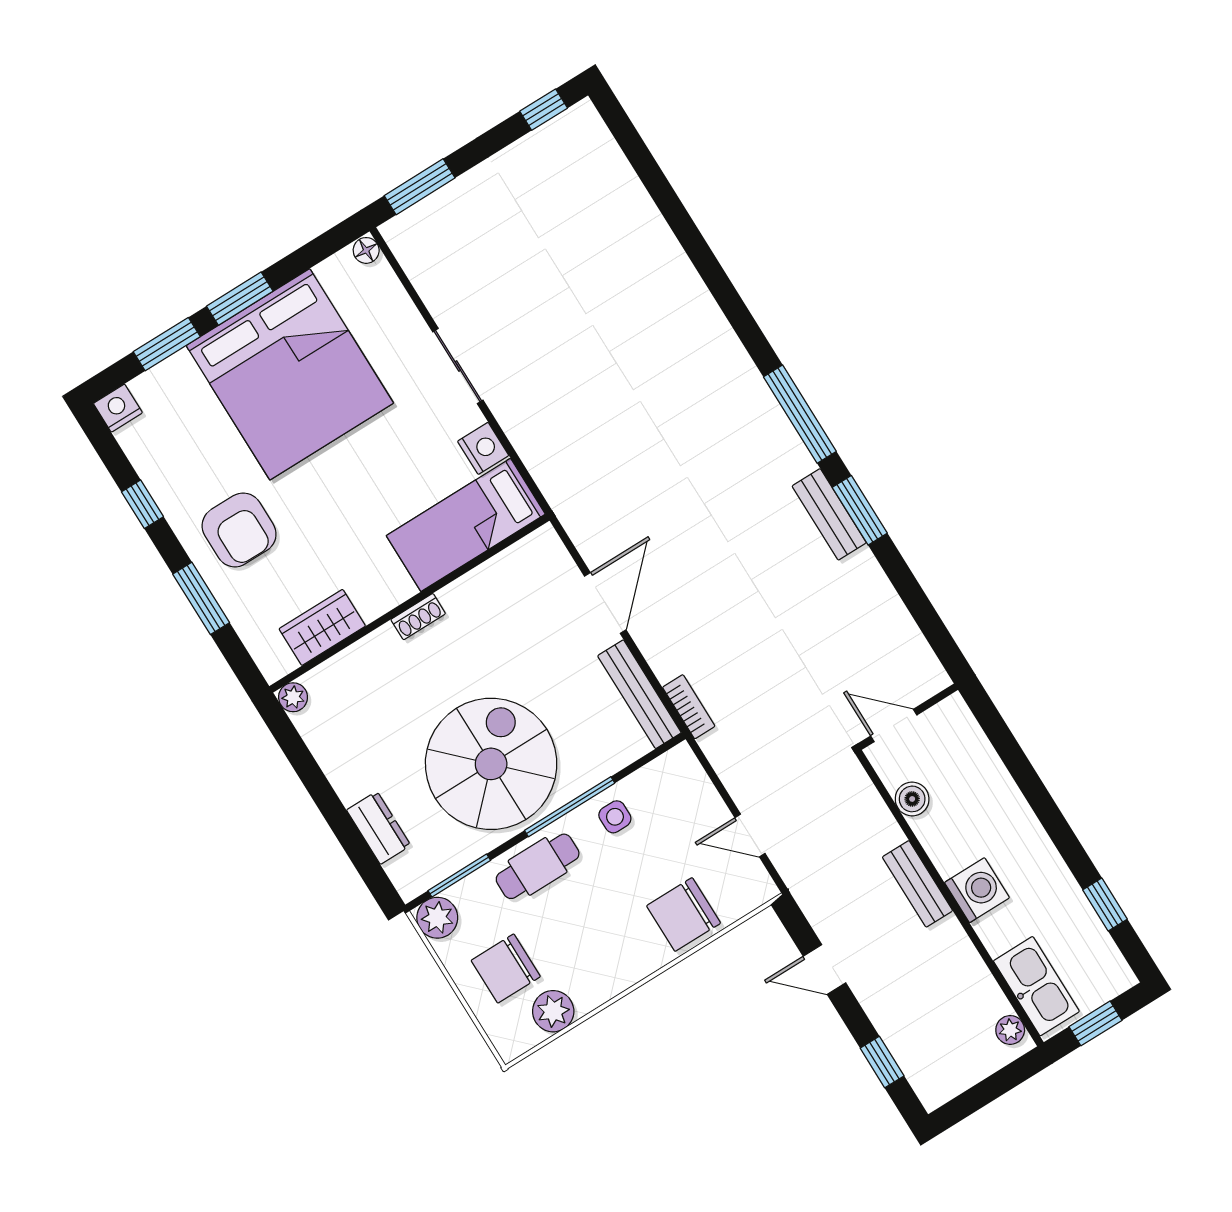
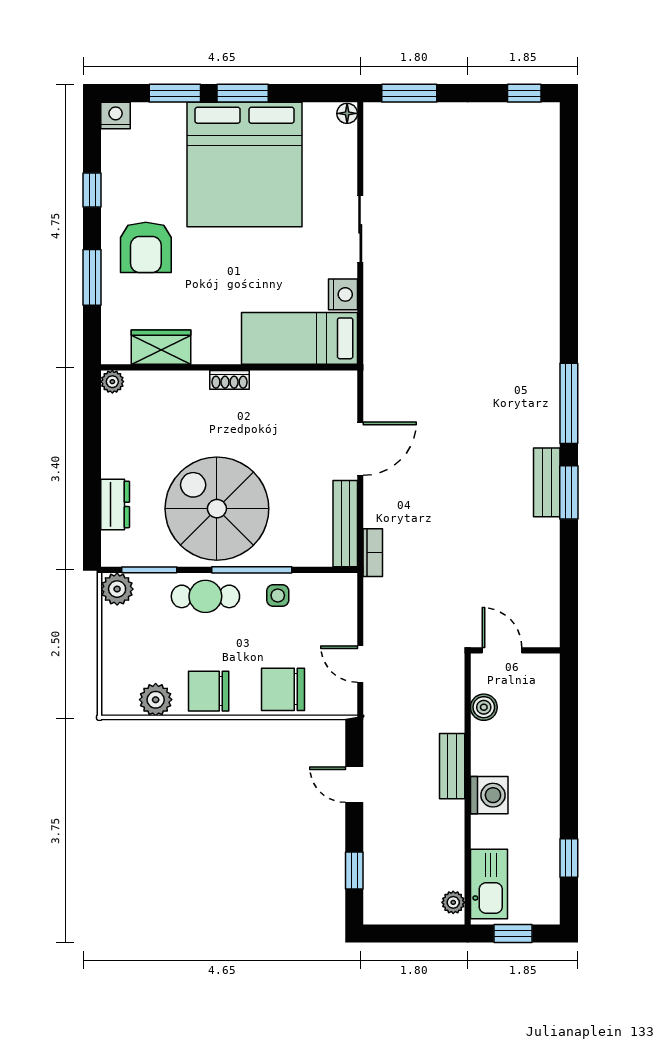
spiral stairs: (491, 764) -> (217, 509), turned -90
chair: (506, 969) -> (209, 691), moved

